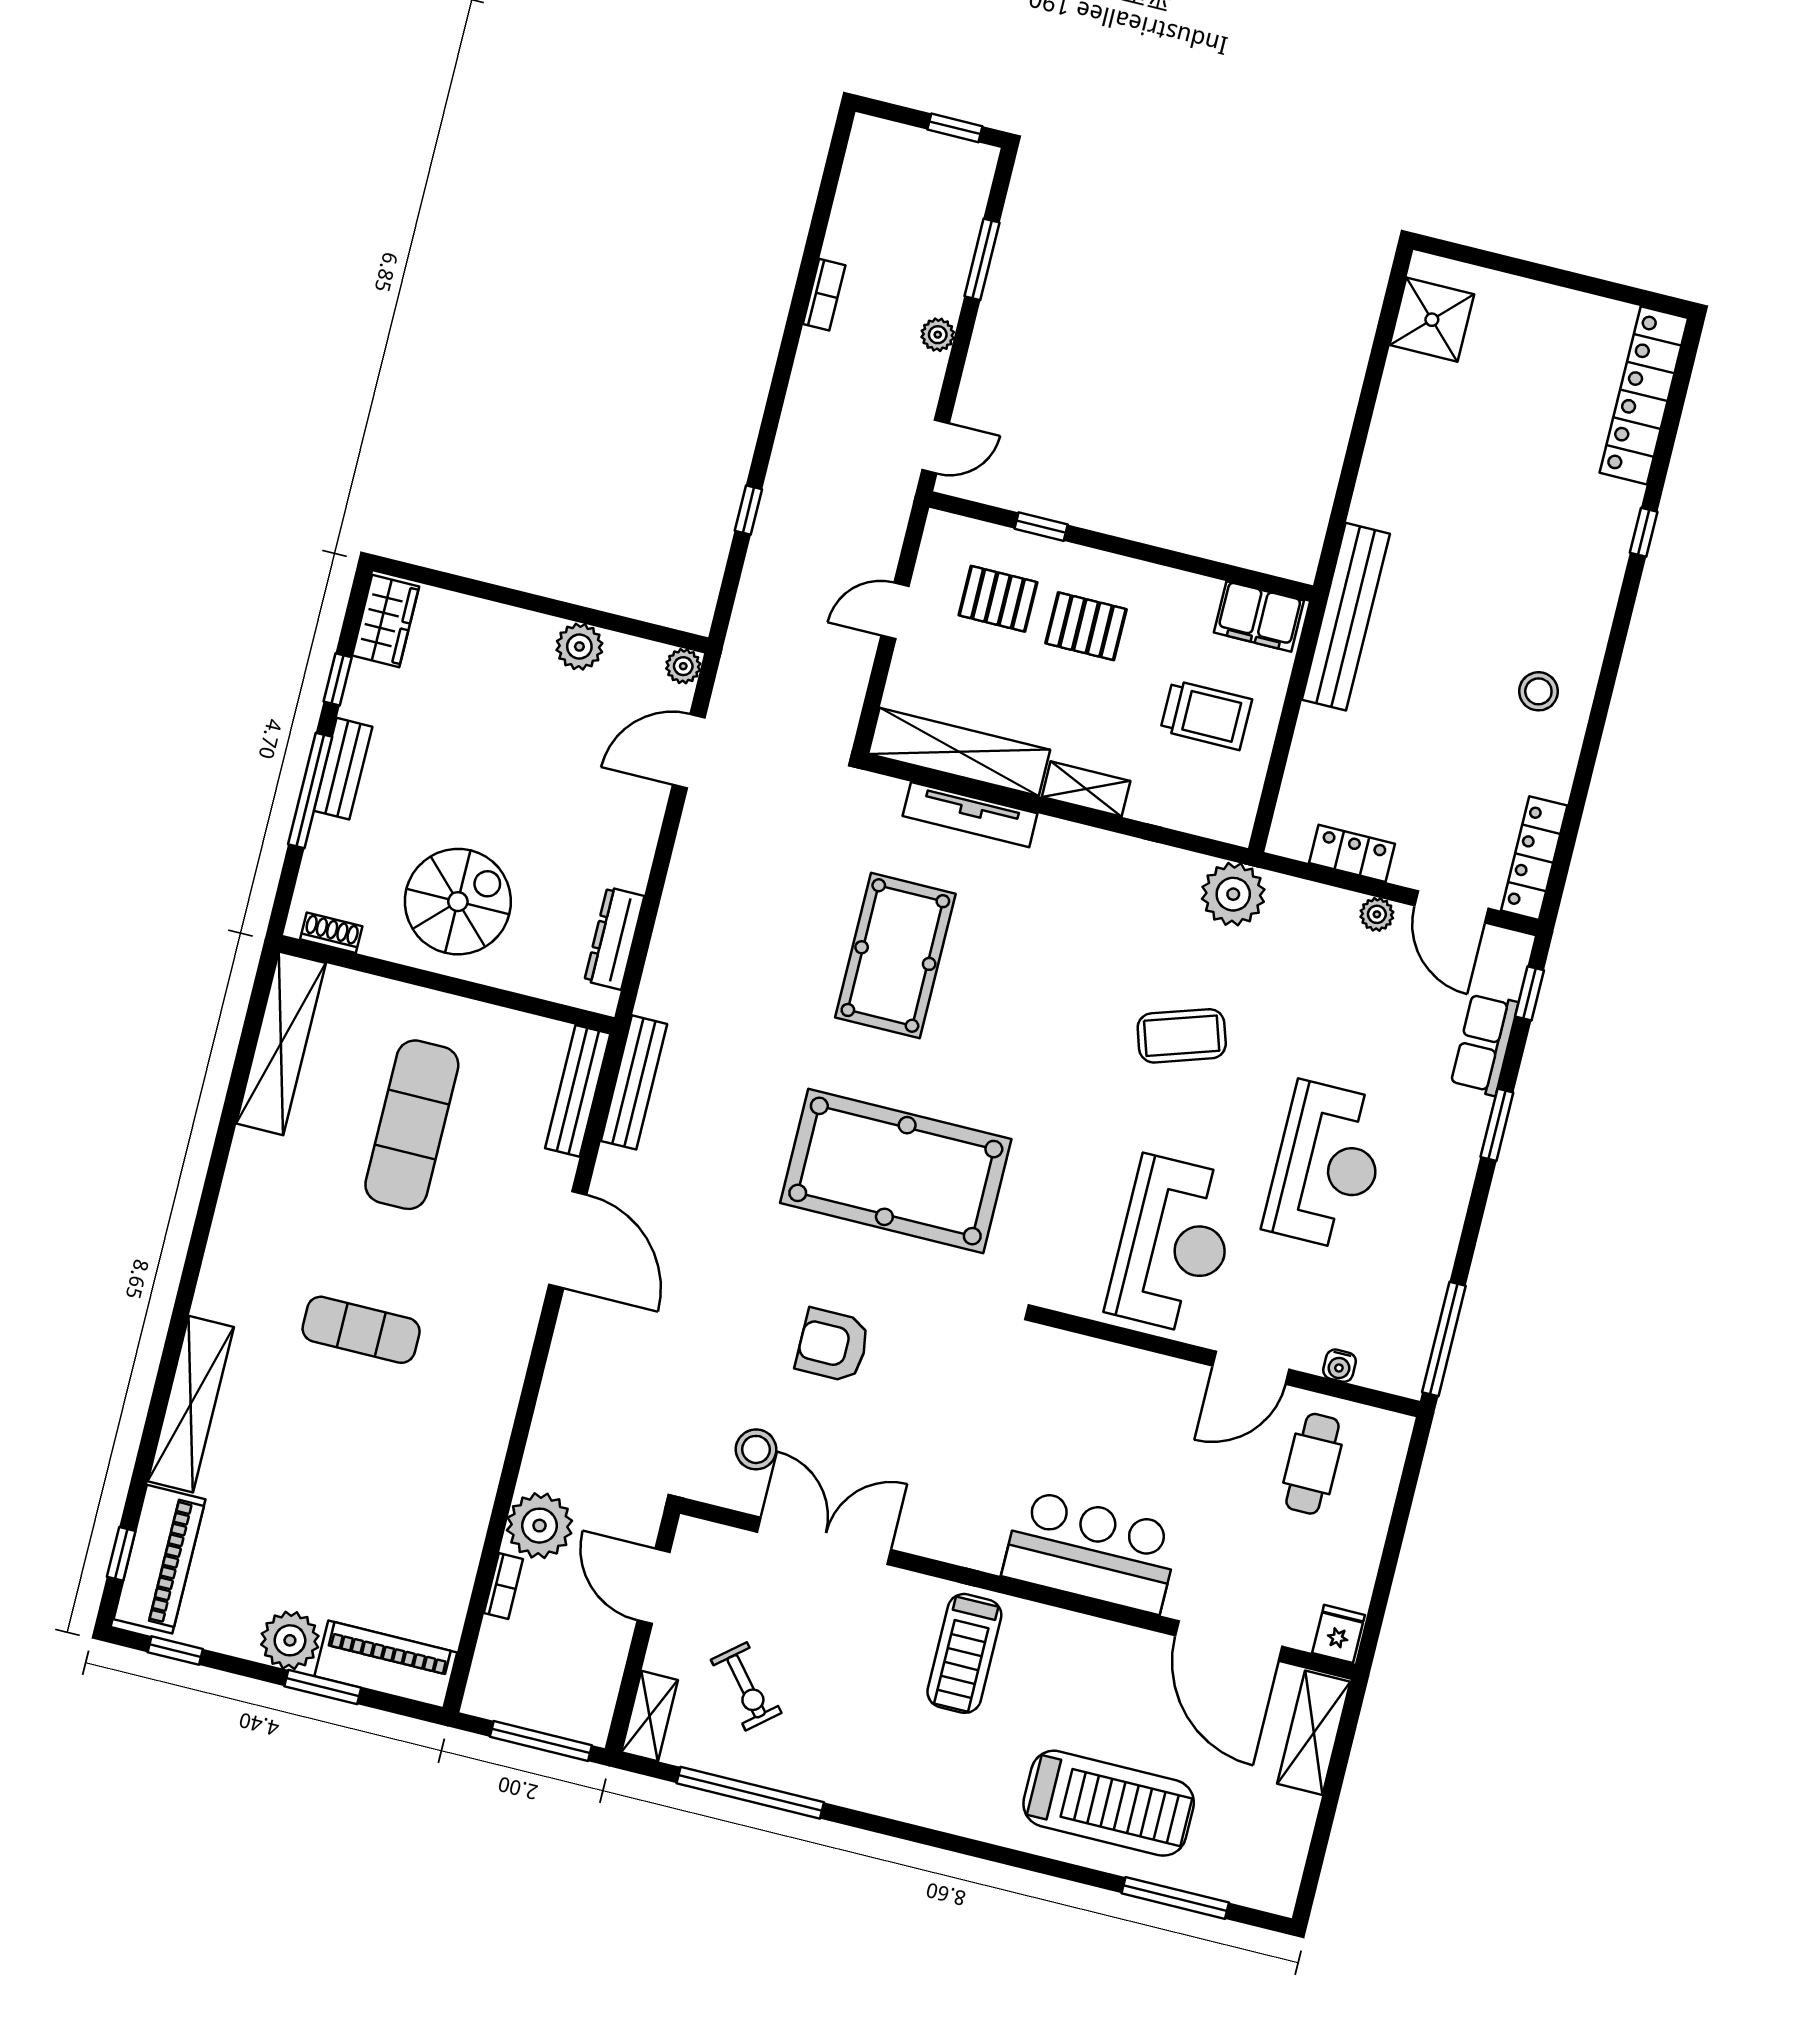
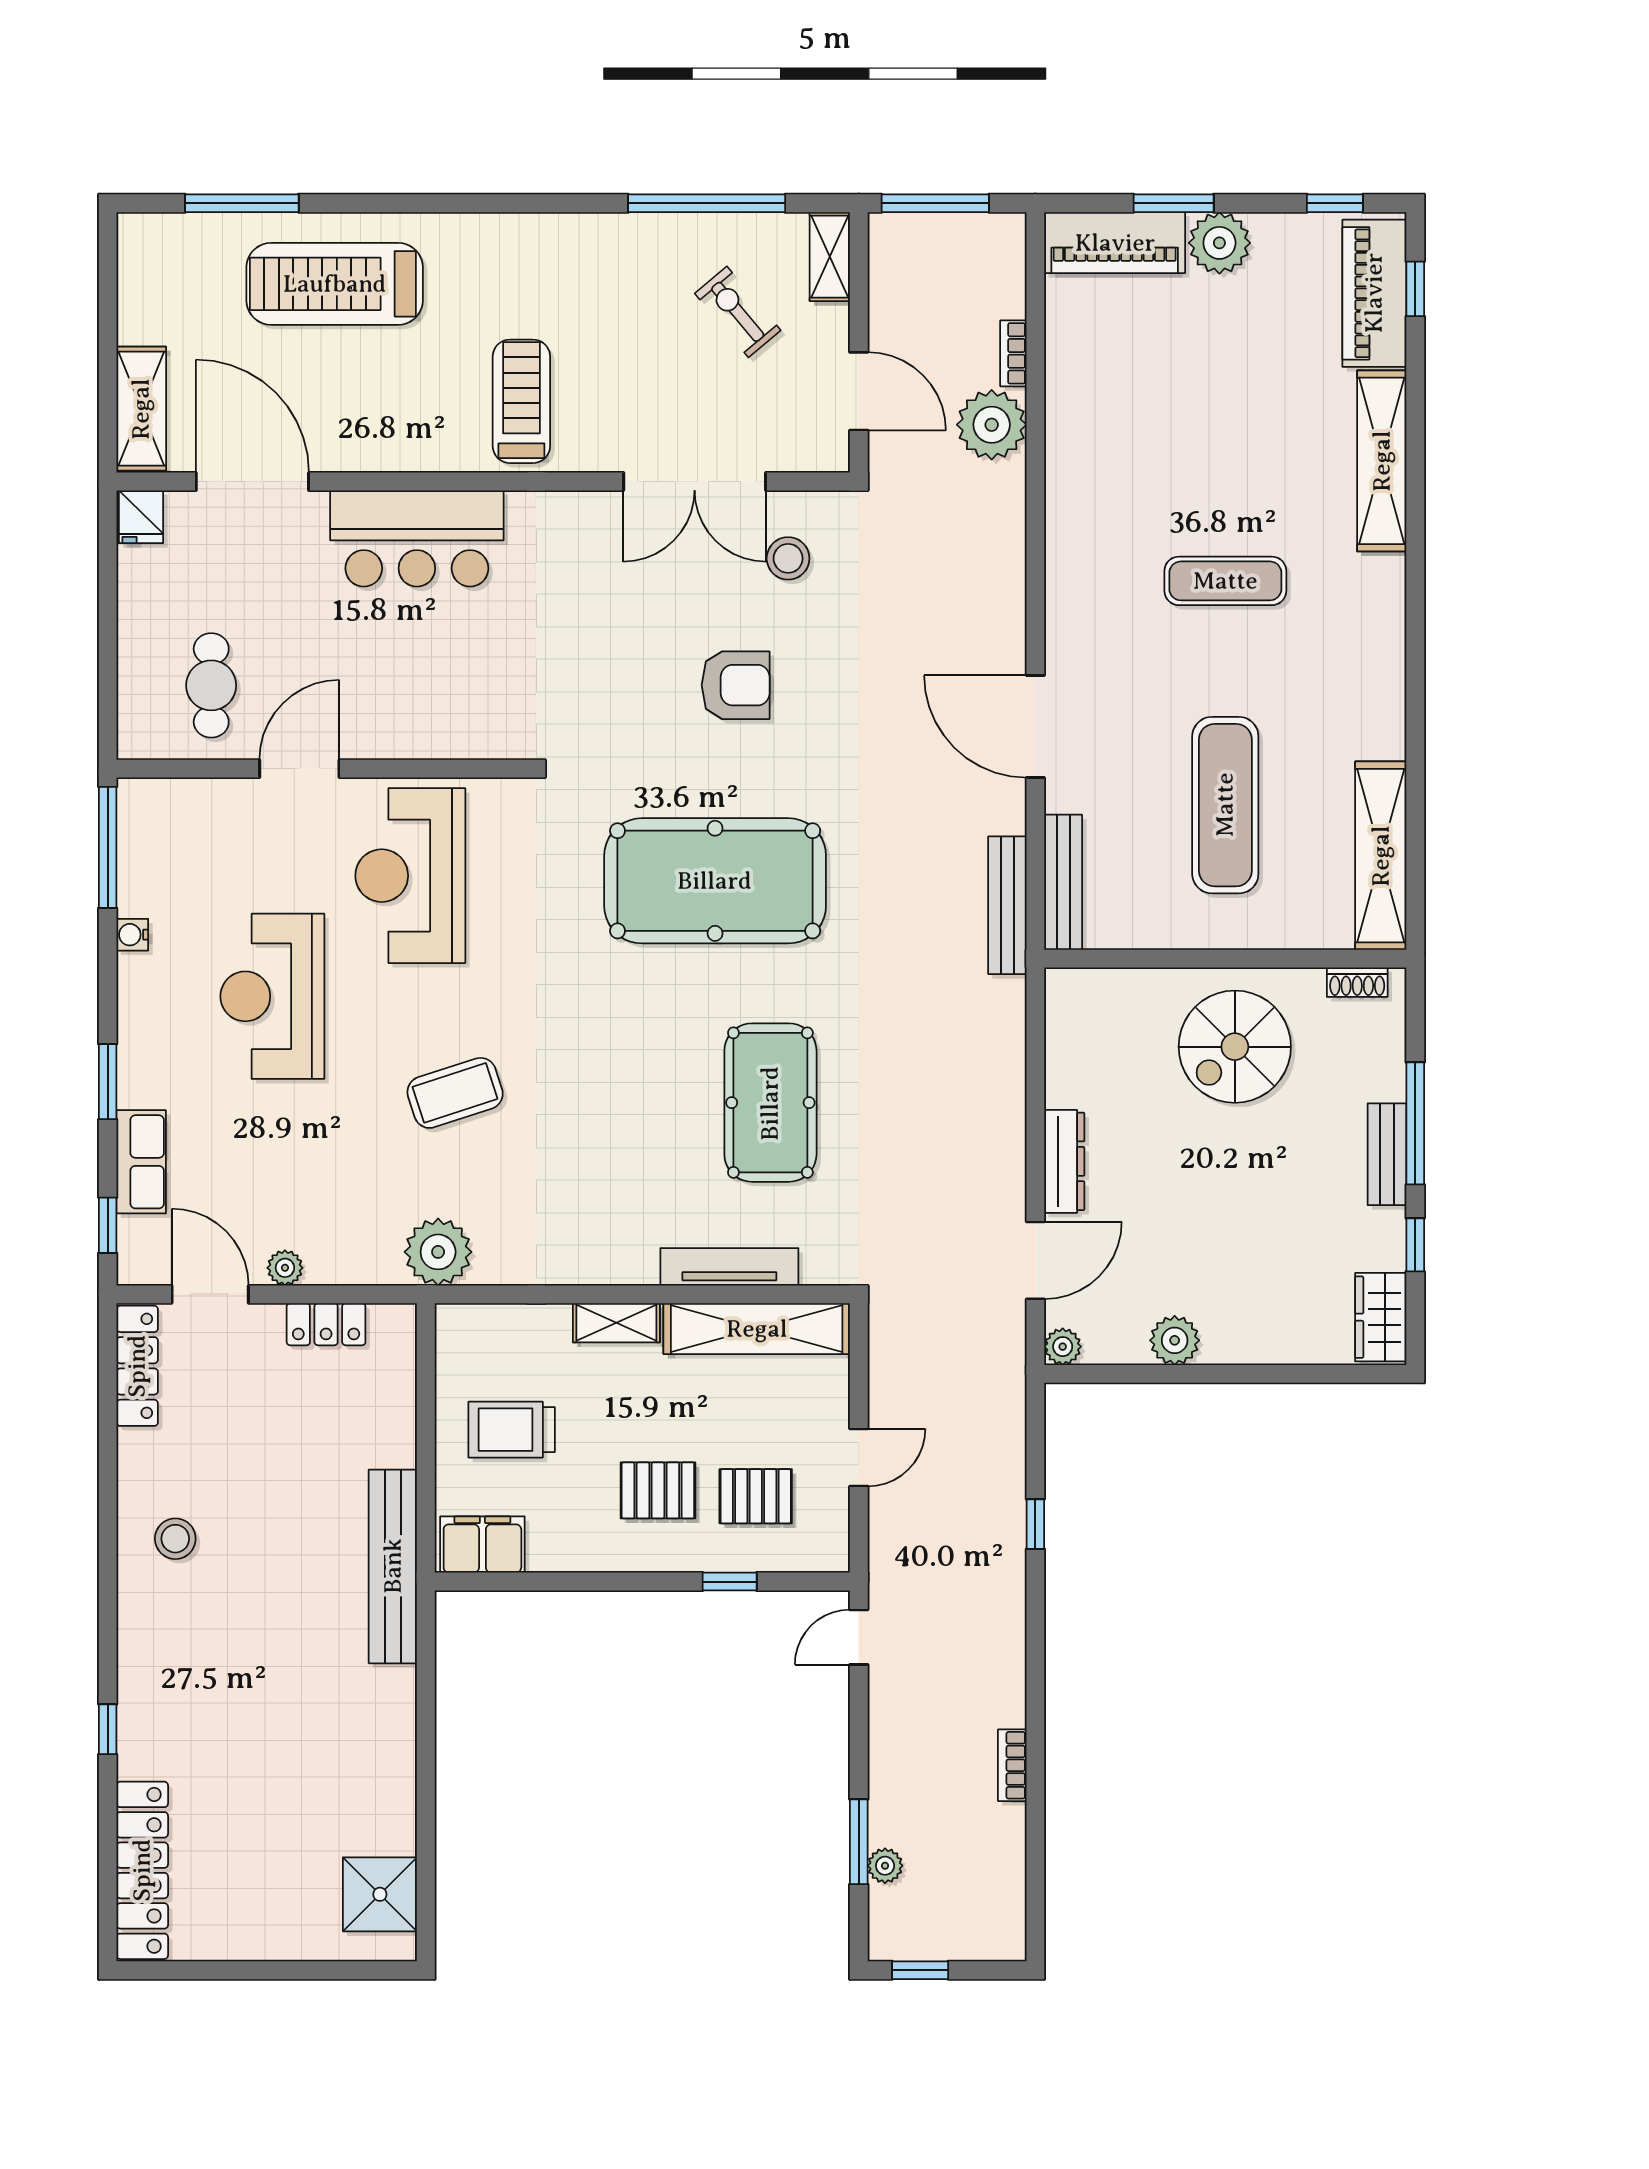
plant: (938, 335) -> (885, 1866), moved
dresser: (614, 938) -> (1064, 1161), moved
water cooler: (1340, 1366) -> (132, 935), moved, turned -90

